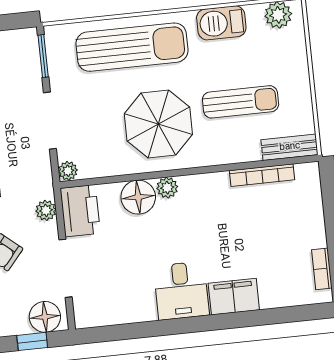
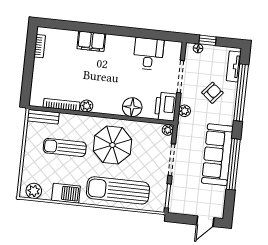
plant: (167, 188) -> (87, 106), moved
desk: (181, 291) -> (148, 54), moved
floor lamp: (45, 317) -> (198, 48), width x0.53, depth x0.53

